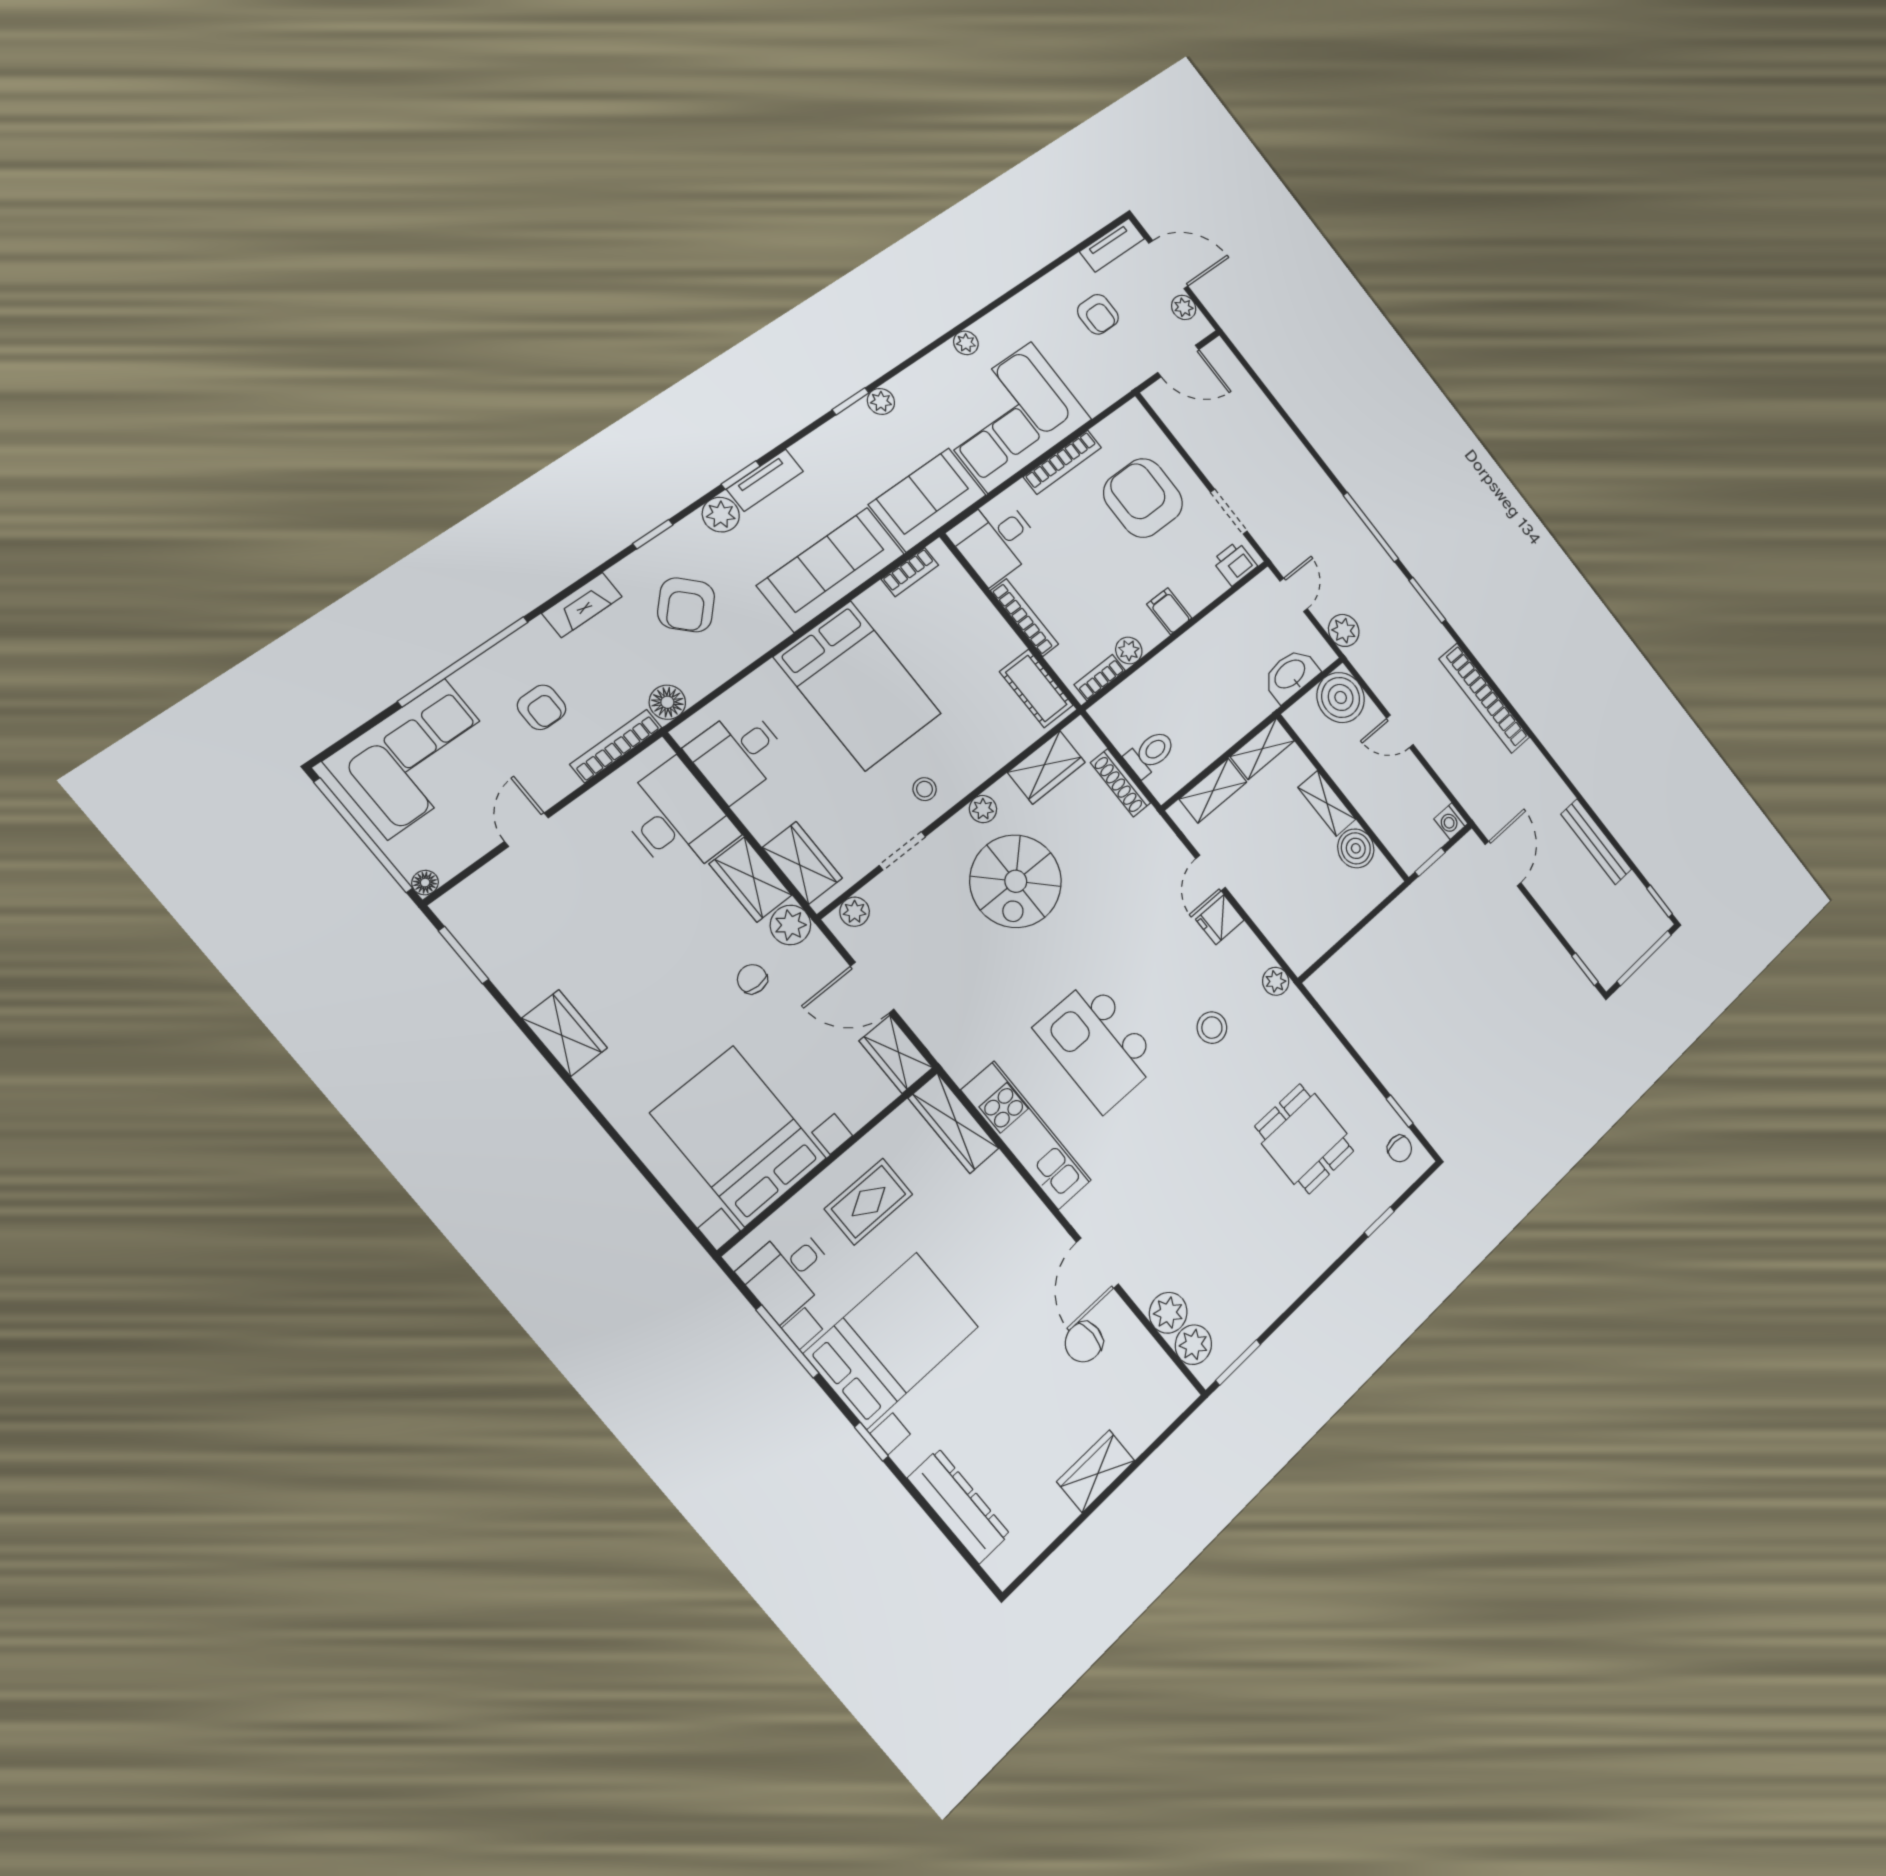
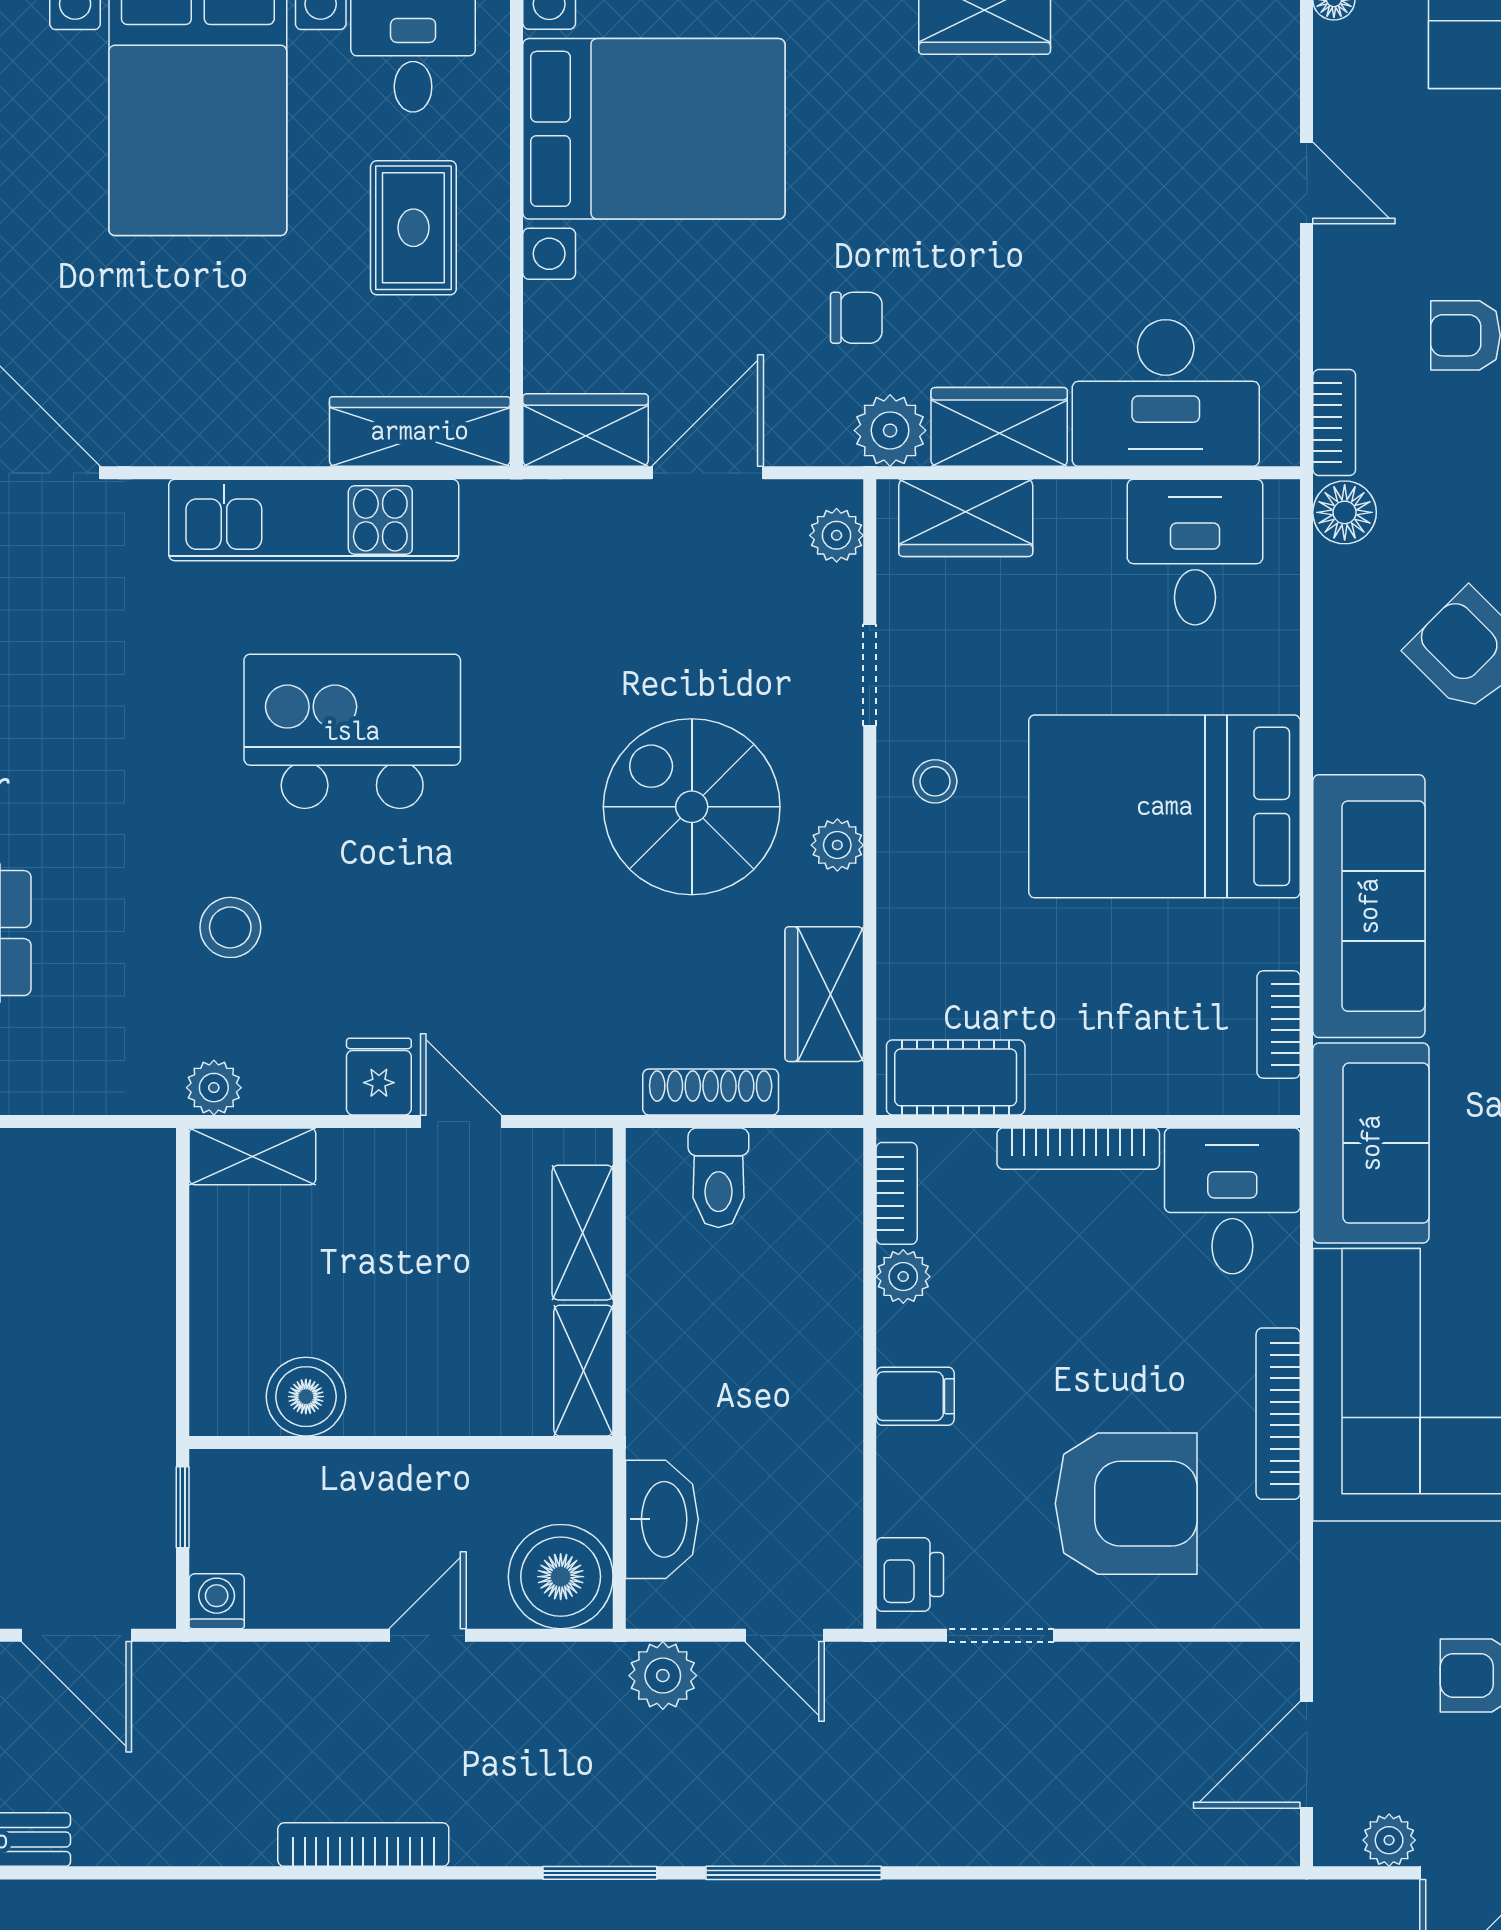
bookcase: (1484, 698) -> (363, 1845), width x0.68, depth x0.76
bookcase: (616, 746) -> (1334, 422), width x0.64
shelving: (1327, 803) -> (252, 1156), moved

